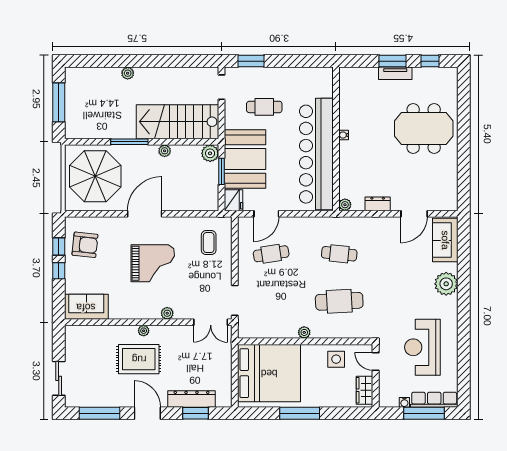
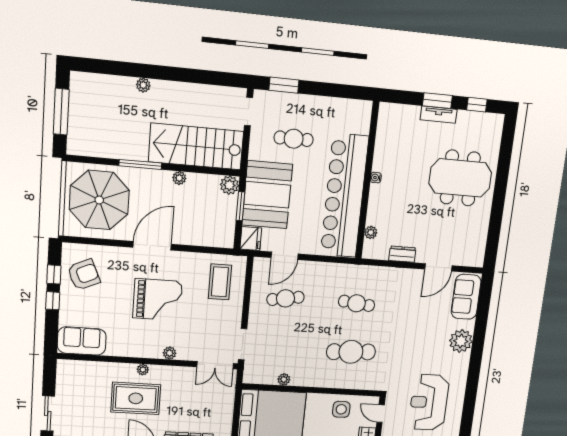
plant: (345, 205) -> (371, 232), moved
coffee table: (209, 243) -> (220, 282), width x1.36, depth x1.30
armchair: (85, 245) -> (84, 275), turned -30
plant: (304, 332) -> (284, 379), moved

